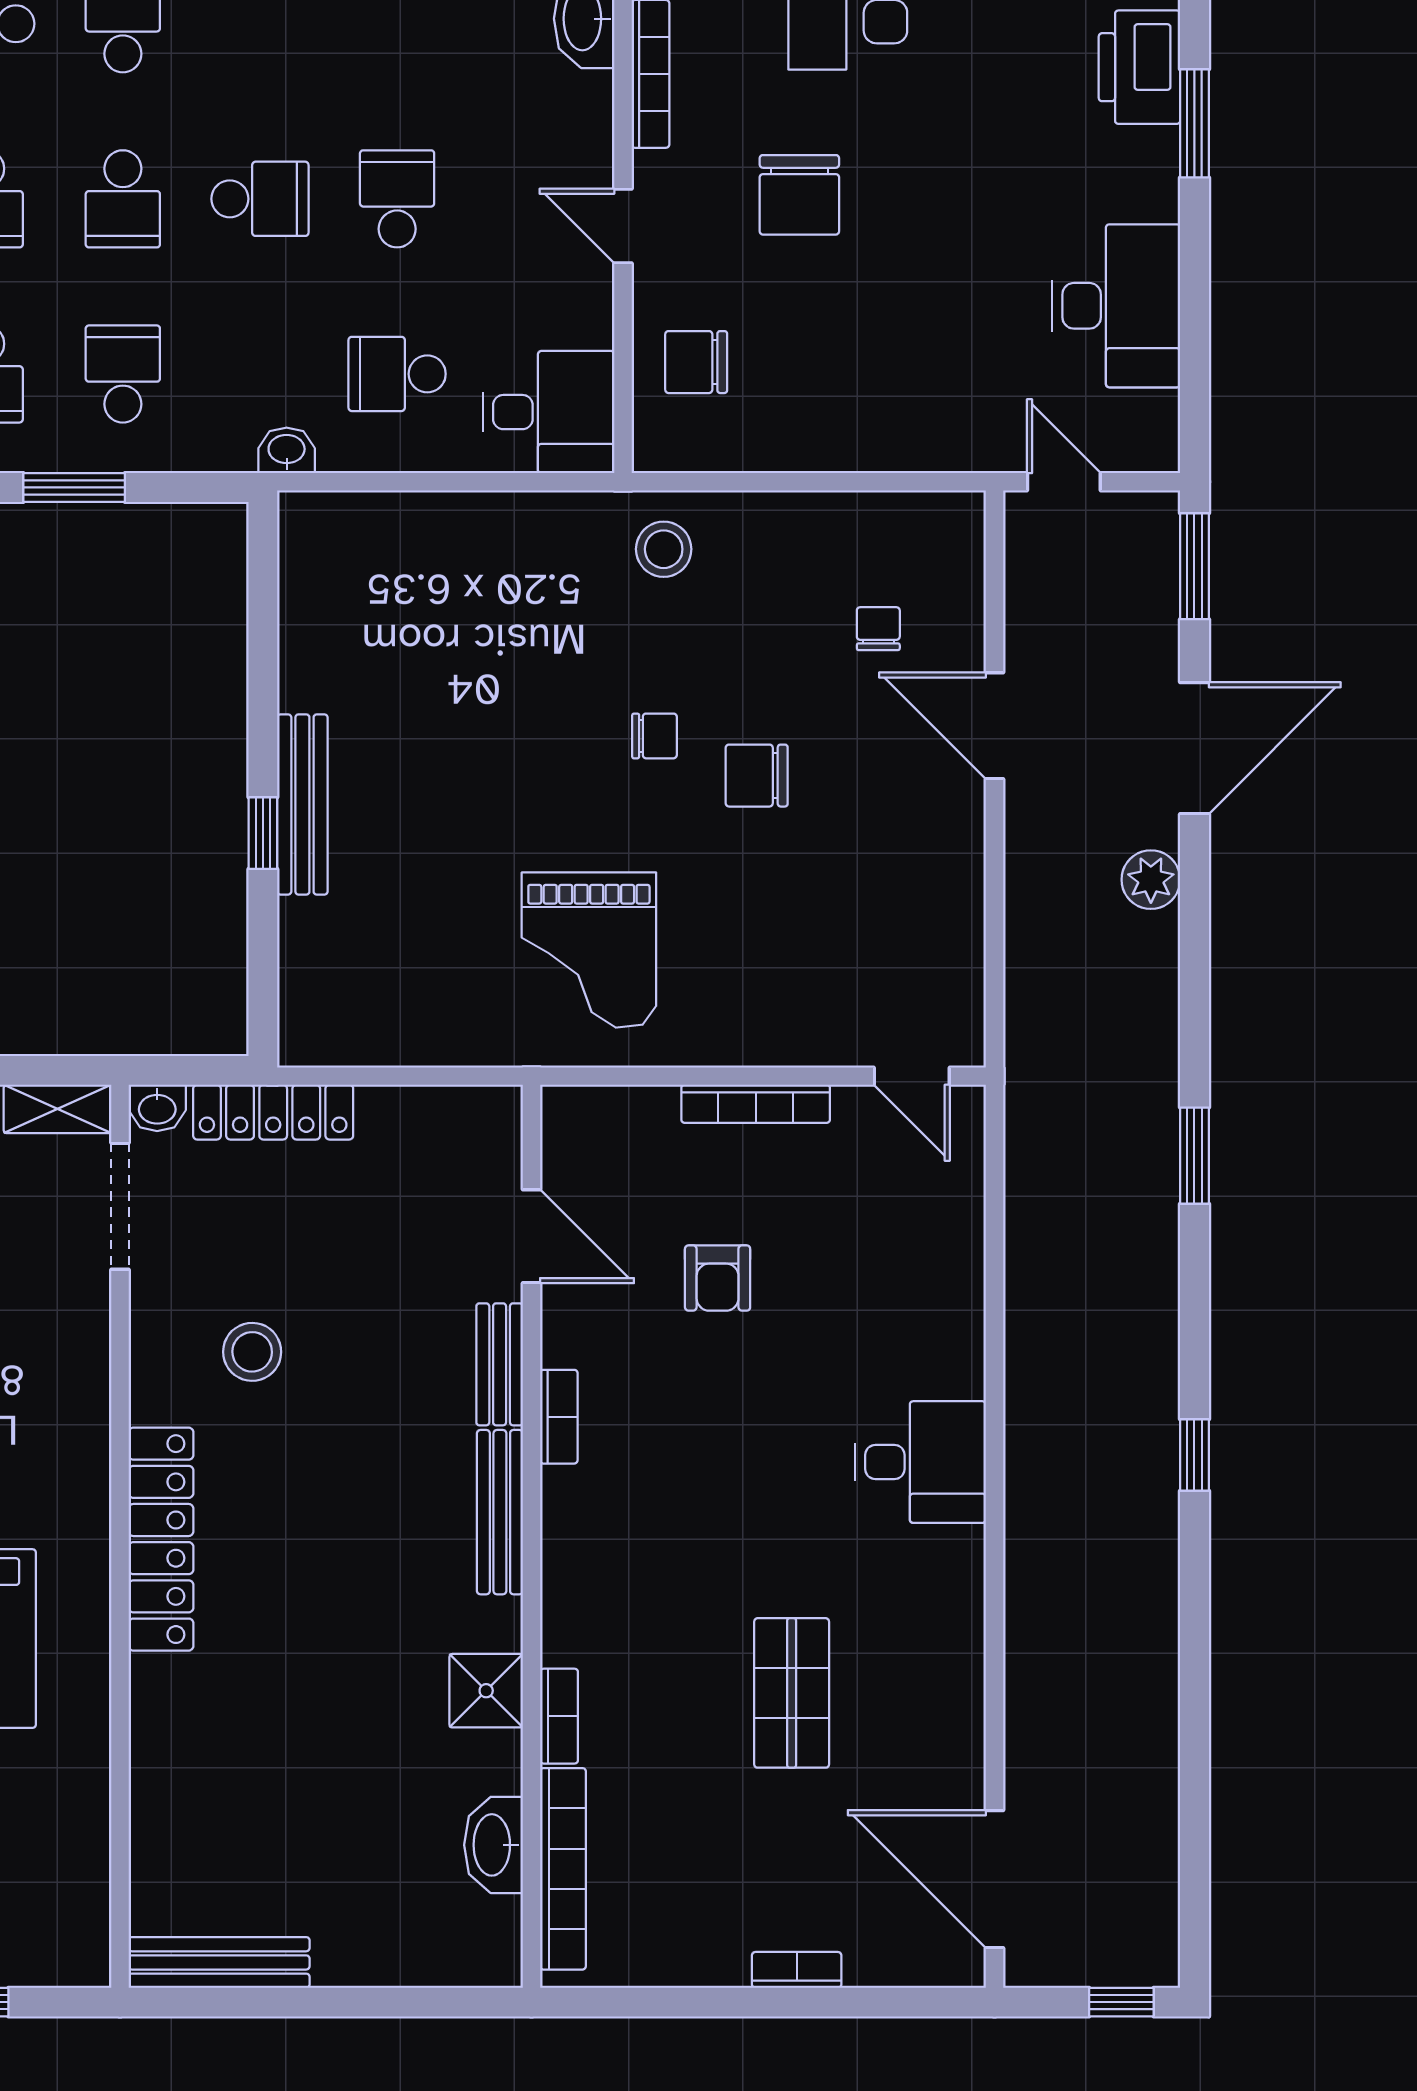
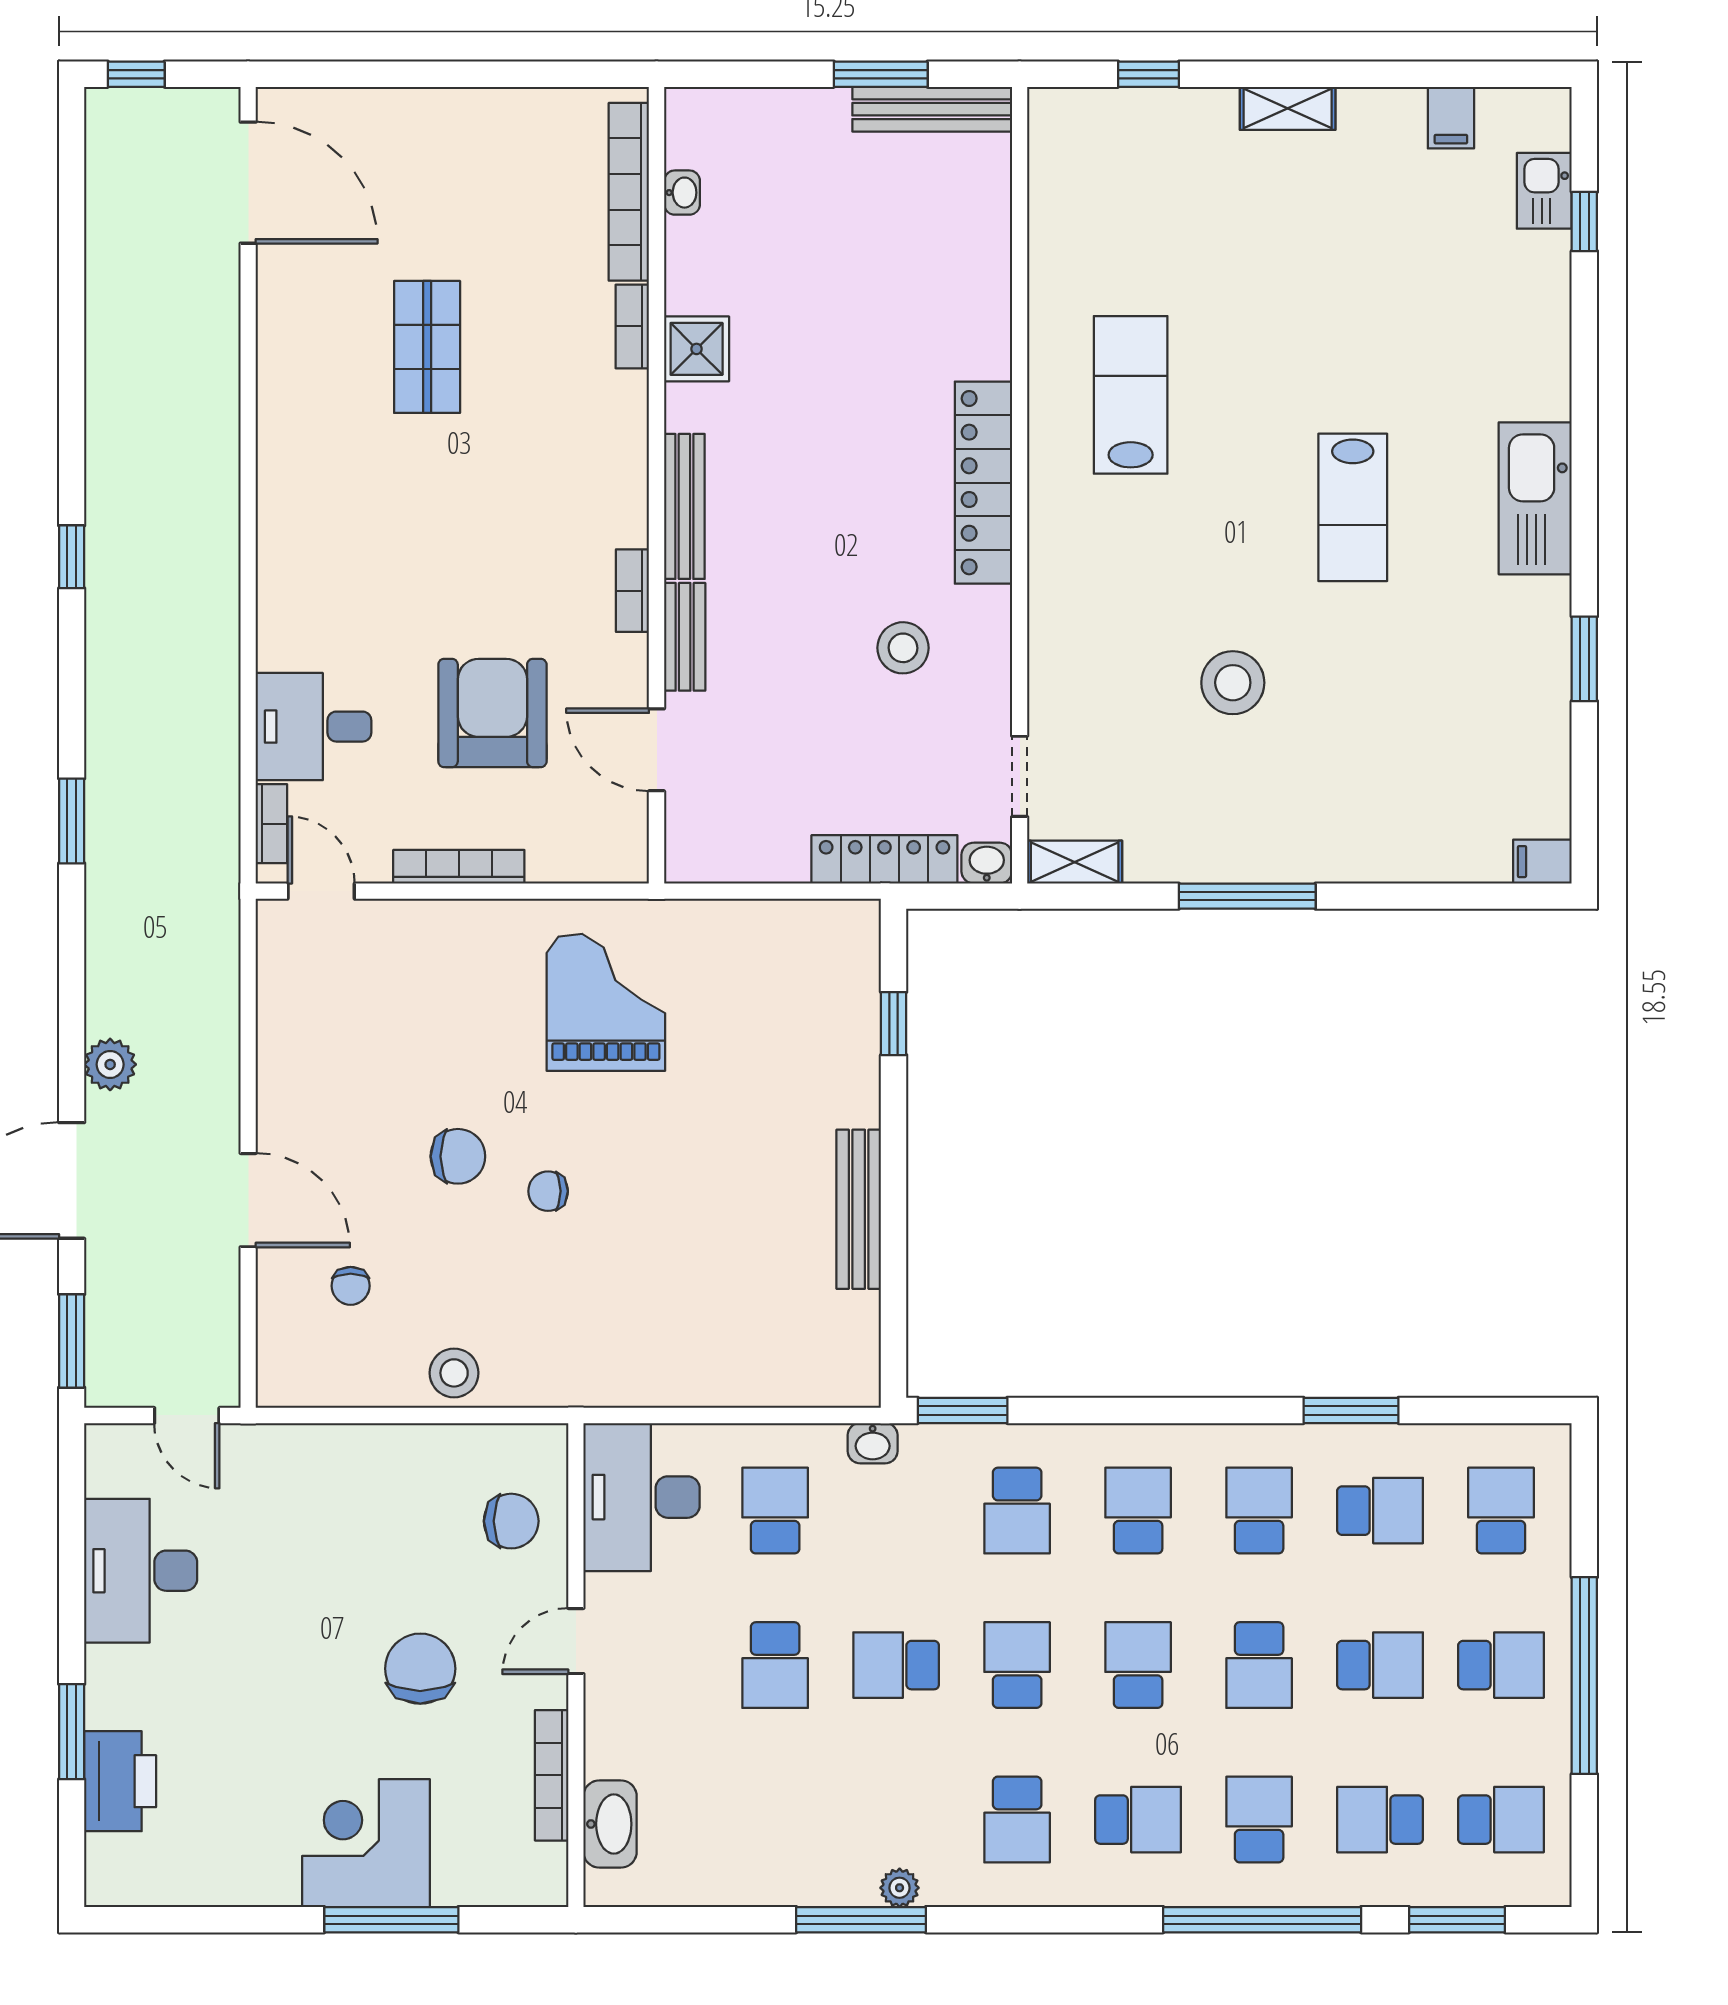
door: (623, 226) -> (576, 1641), swing flipped
school desk: (397, 374) -> (775, 1511), turned -90
desk: (548, 412) -> (642, 1497), width x1.37
window: (74, 487) -> (963, 1410), moved
stool: (664, 549) -> (454, 1373), moved
bench: (302, 804) -> (859, 1209), moved
window: (263, 833) -> (894, 1024), moved
doorway: (120, 1206) -> (1020, 776), width x0.73
armchair: (718, 1278) -> (492, 713), width x1.88, depth x1.88
desk: (920, 1462) -> (314, 727), moved
washbasin: (494, 1845) -> (682, 193), width x0.52, depth x0.69
bookcase: (797, 1970) -> (271, 824), moved, turned -90
window: (277, 2002) -> (881, 74), added

